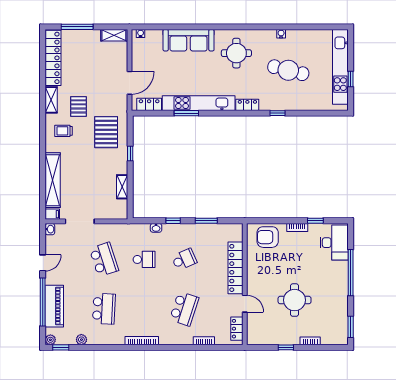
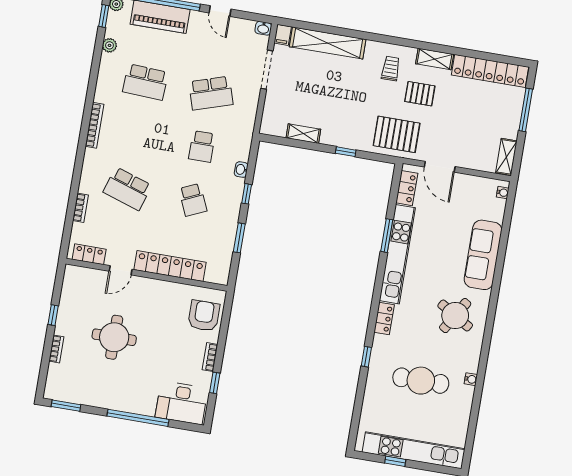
round table: (236, 53) -> (455, 316), turned 31
cafe table: (288, 70) -> (421, 381), turned 76
pallet: (106, 132) -> (397, 134), moved

